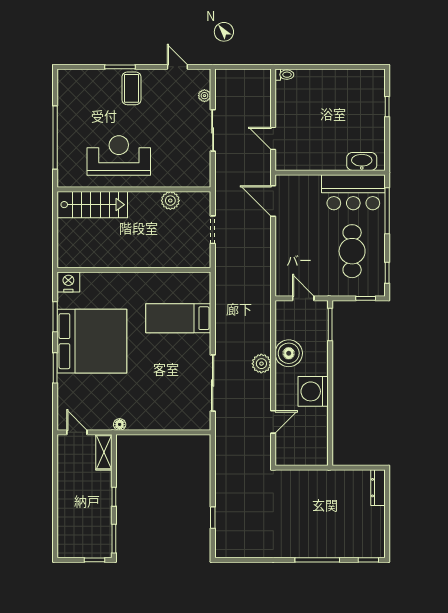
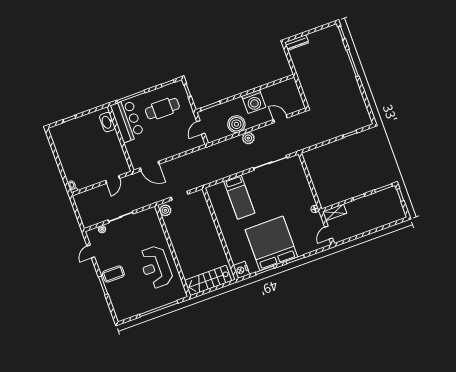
plant: (170, 201) -> (165, 210), moved
door: (273, 201) -> (150, 166), hinge flipped
stairs: (92, 205) -> (208, 281), moved, turned -90

